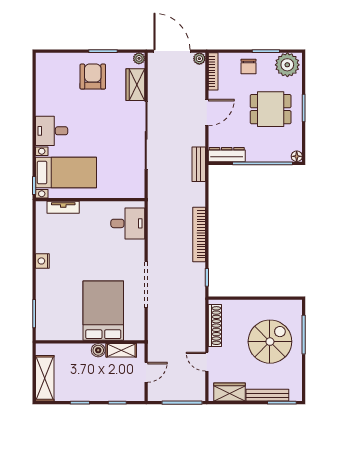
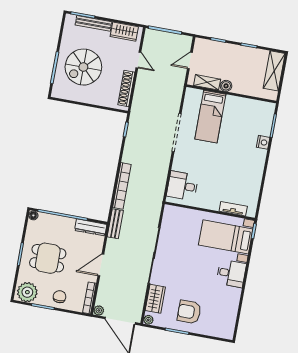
armchair: (93, 77) -> (189, 312), turned 90
bookcase: (199, 234) -> (122, 186), moved
nightstand: (42, 261) -> (263, 142), moved
bed: (103, 311) -> (210, 117), width x0.67

